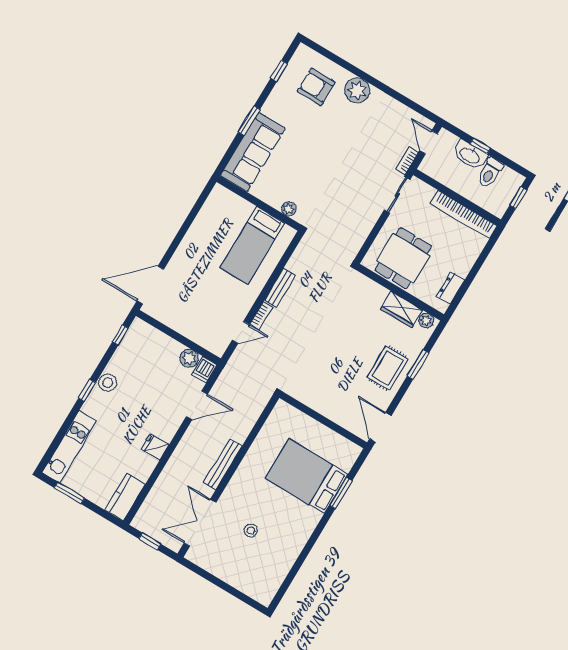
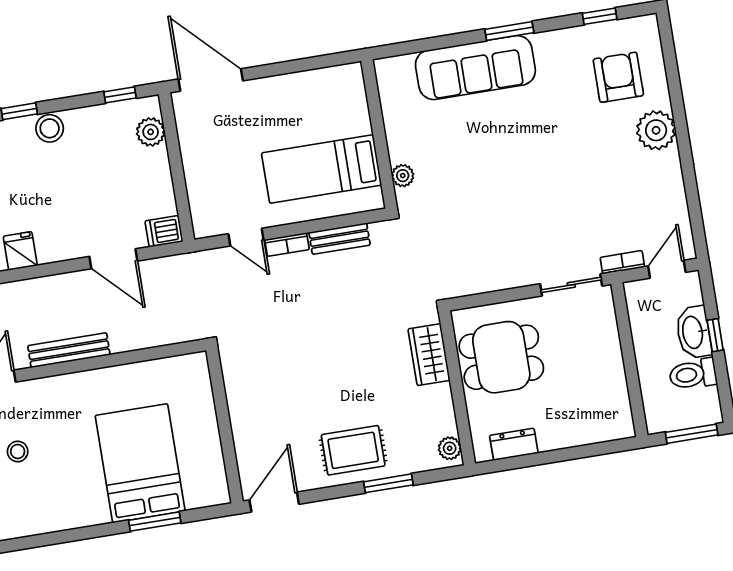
window: (518, 198) -> (692, 434), width x1.50
wall: (259, 203) -> (379, 134), moved
plant: (289, 209) -> (403, 176), moved
bookcase: (464, 215) -> (615, 385), removed
bed: (252, 245) -> (322, 169), moved
wardrobe: (401, 309) -> (429, 355), moved
plant: (189, 358) -> (151, 132), moved

